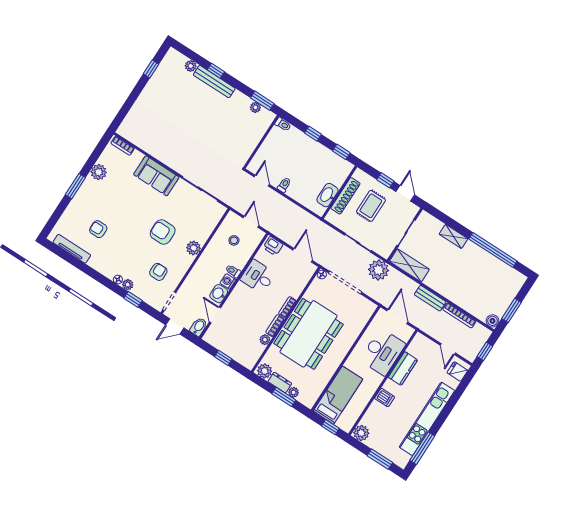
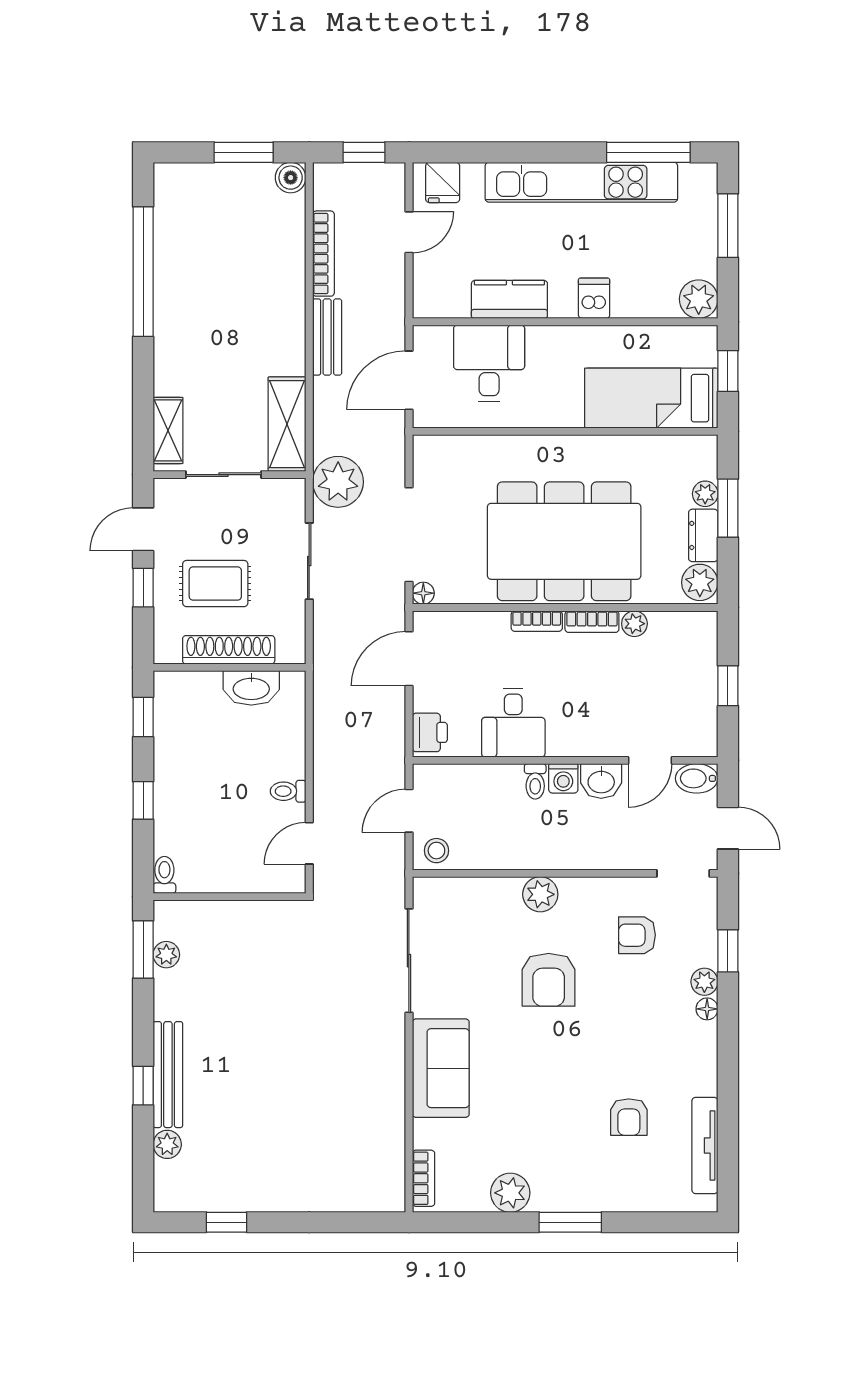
shelving: (453, 236) -> (168, 430), moved
stool: (234, 240) -> (436, 851), moved
desk: (383, 352) -> (489, 363), width x0.73

